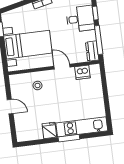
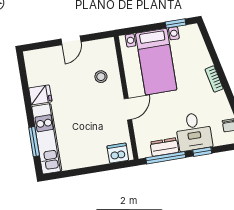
dresser: (92, 51) -> (164, 147), moved
dishwasher: (82, 72) -> (118, 153), moved, turned 90
window: (69, 138) -> (34, 142), moved

